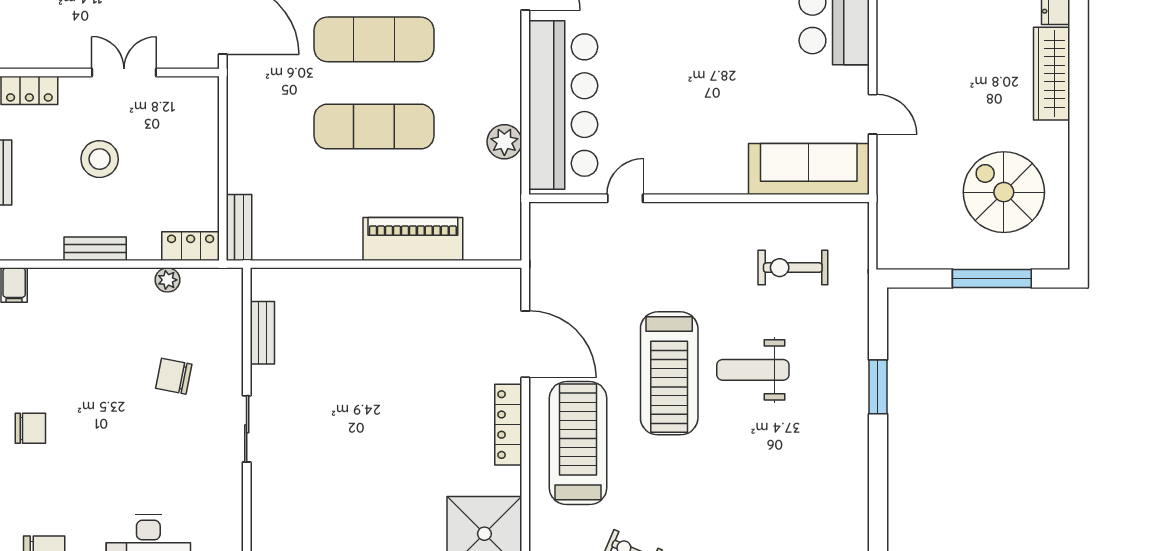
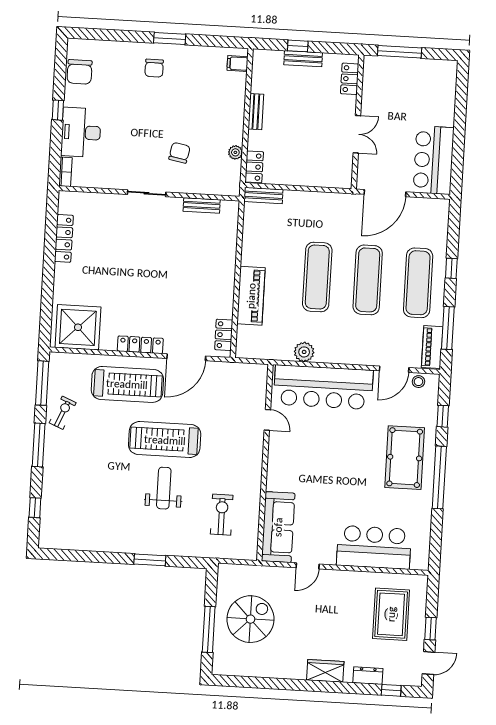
wardrobe: (1052, 74) -> (325, 671), width x0.67
stool: (100, 159) -> (308, 117), removed
spiral stairs: (1004, 192) -> (250, 619), moved
locker: (483, 282) -> (224, 335), added

